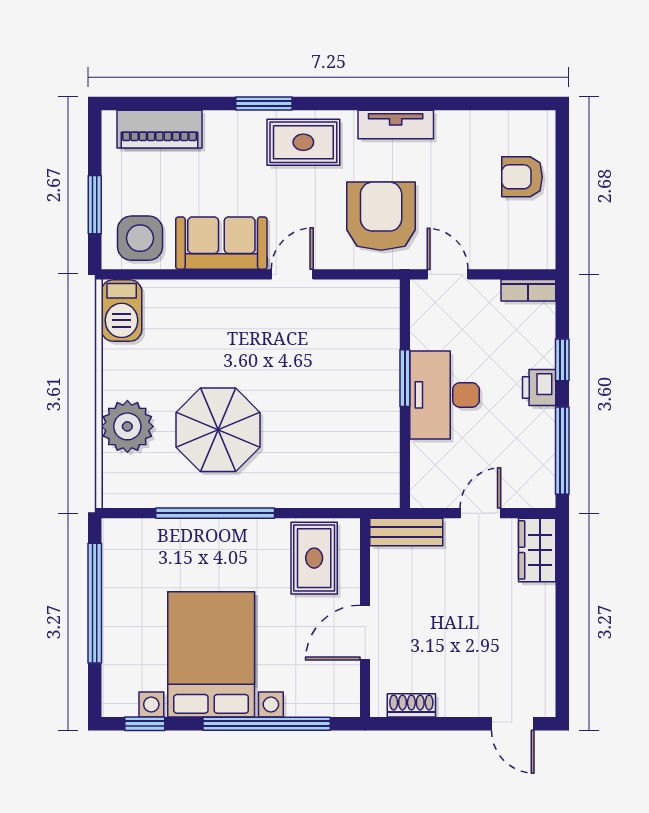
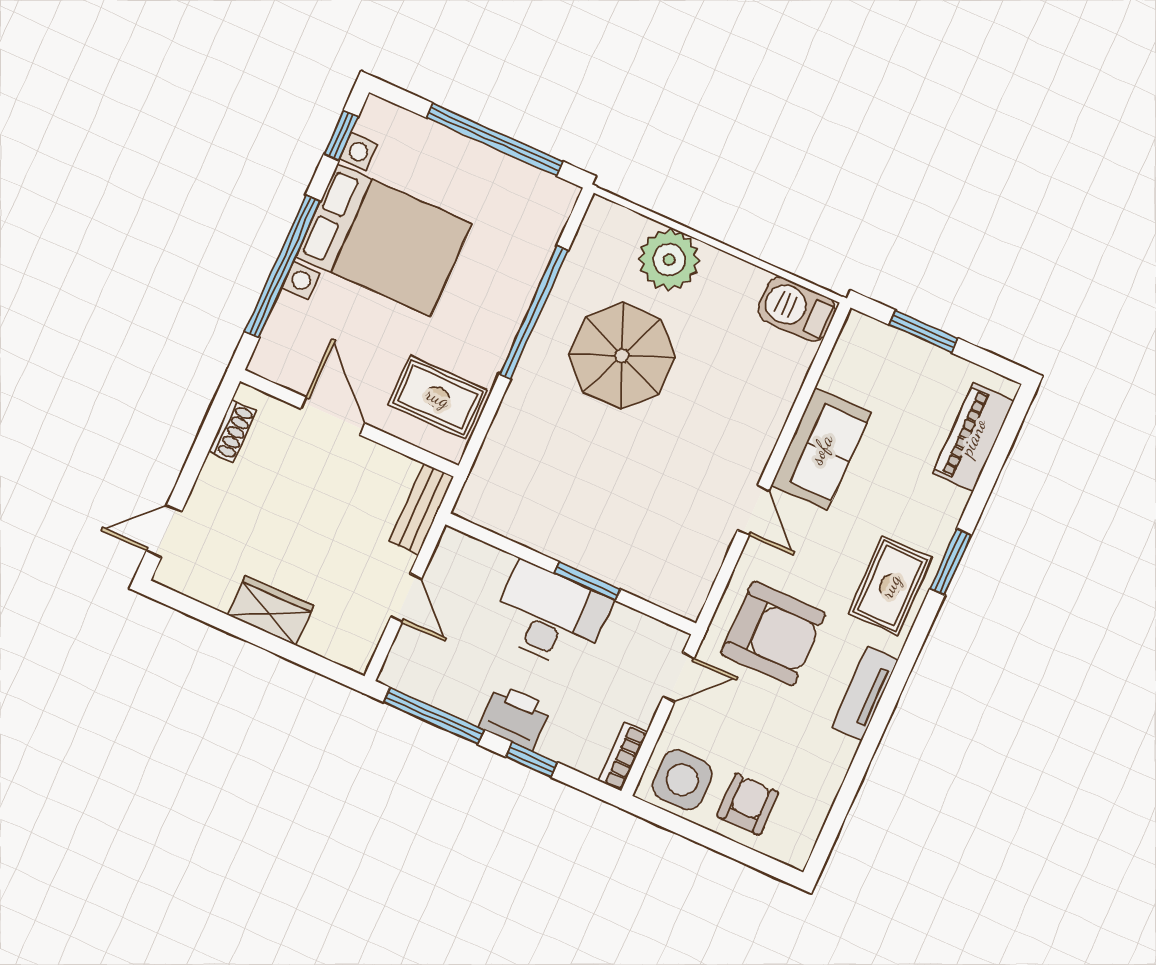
side table: (140, 238) -> (682, 780), moved
printer: (539, 387) -> (515, 717), width x1.36, depth x1.24
wardrobe: (537, 550) -> (271, 611), moved

